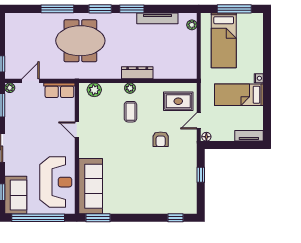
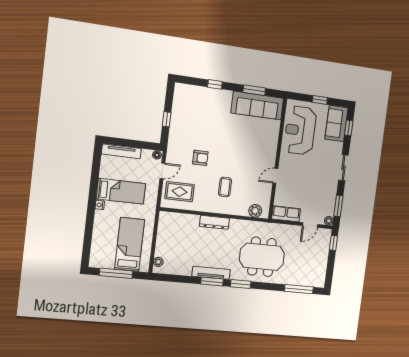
window: (57, 9) -> (299, 289), moved
tv unit: (157, 18) -> (211, 273), moved
plant: (130, 88) -> (223, 209), removed
door: (77, 130) -> (275, 176), swing flipped
tv unit: (249, 136) -> (121, 151), width x1.41
armchair: (161, 139) -> (200, 158), turned 90
sofa: (91, 186) -> (257, 106), moved, turned -90
window: (38, 218) -> (320, 100), width x0.32
window: (98, 218) -> (254, 90), moved
window: (175, 218) -> (215, 84), moved

